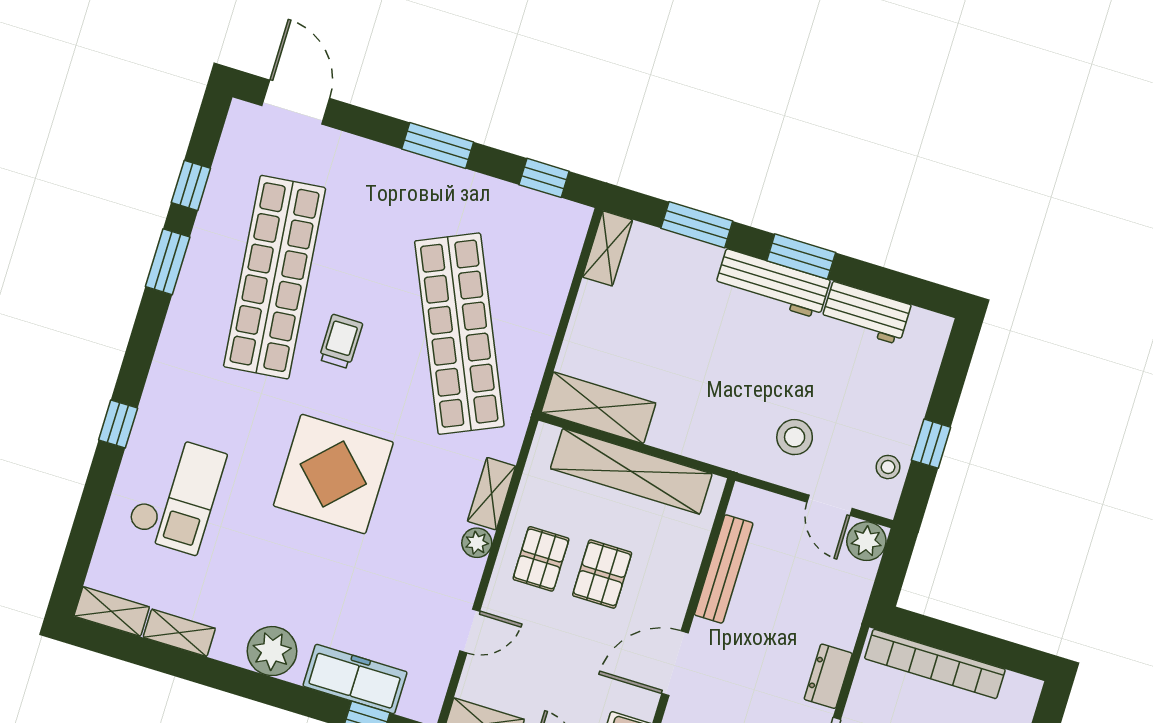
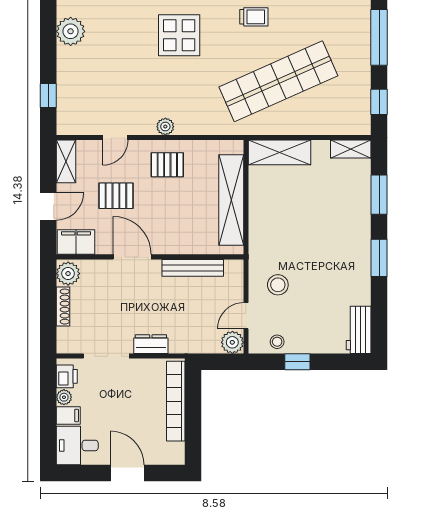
window: (438, 145) -> (379, 37), width x1.44
workbench: (773, 284) -> (359, 247), removed
workbench: (866, 313) -> (359, 330), moved
shelving: (598, 408) -> (280, 152), moved, turned 90
display table: (333, 474) -> (179, 35), width x0.73, depth x0.73
shelving: (492, 494) -> (195, 126), removed
pallet: (602, 574) -> (116, 196), moved
door: (470, 631) -> (115, 138), hinge flipped
freezer: (355, 679) -> (69, 82), removed

